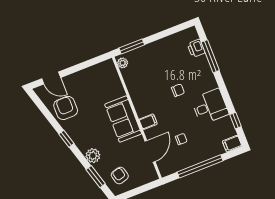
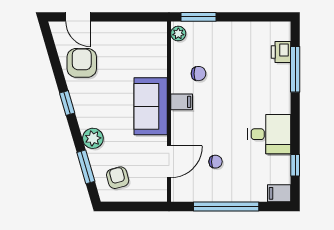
chair: (178, 90) -> (199, 74), moved
filing cabinet: (148, 122) -> (182, 102), moved

